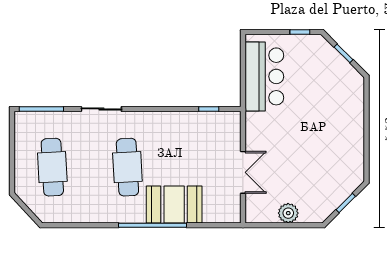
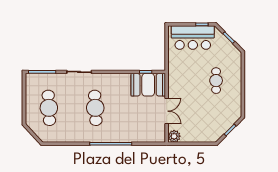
bar counter: (264, 76) -> (193, 38), moved, turned 90
cafe table: (323, 123) -> (216, 81), added
booth: (174, 205) -> (148, 85), moved
plant: (288, 213) -> (174, 136), moved

